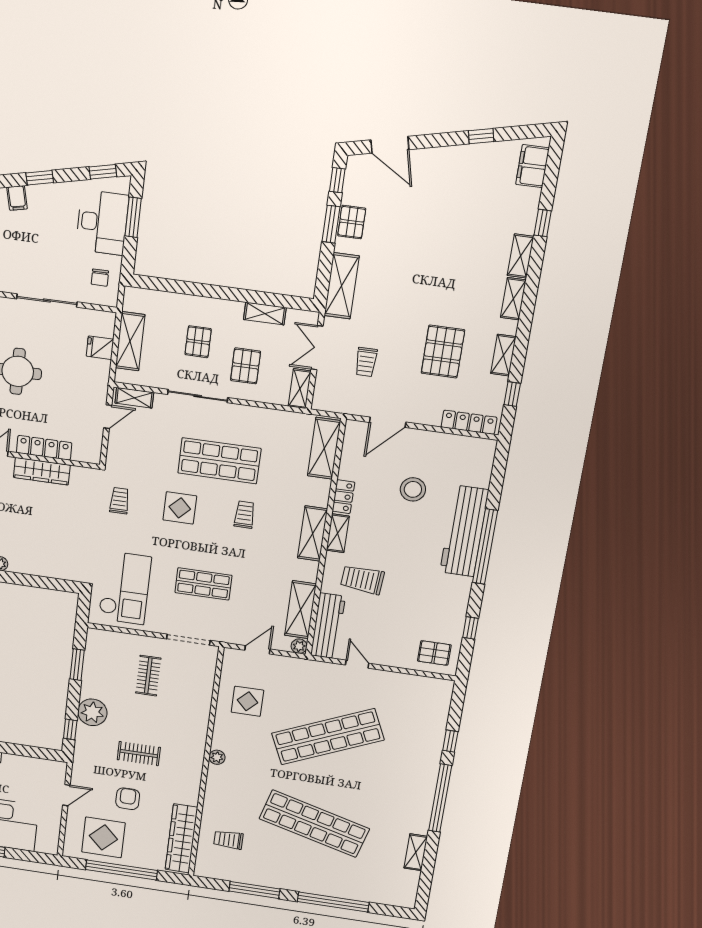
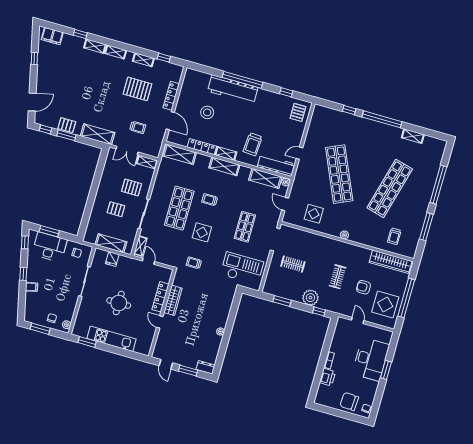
shelving: (265, 314) -> (106, 174), removed
locker: (469, 422) -> (171, 96), moved
locker: (343, 497) -> (202, 147), width x1.53

